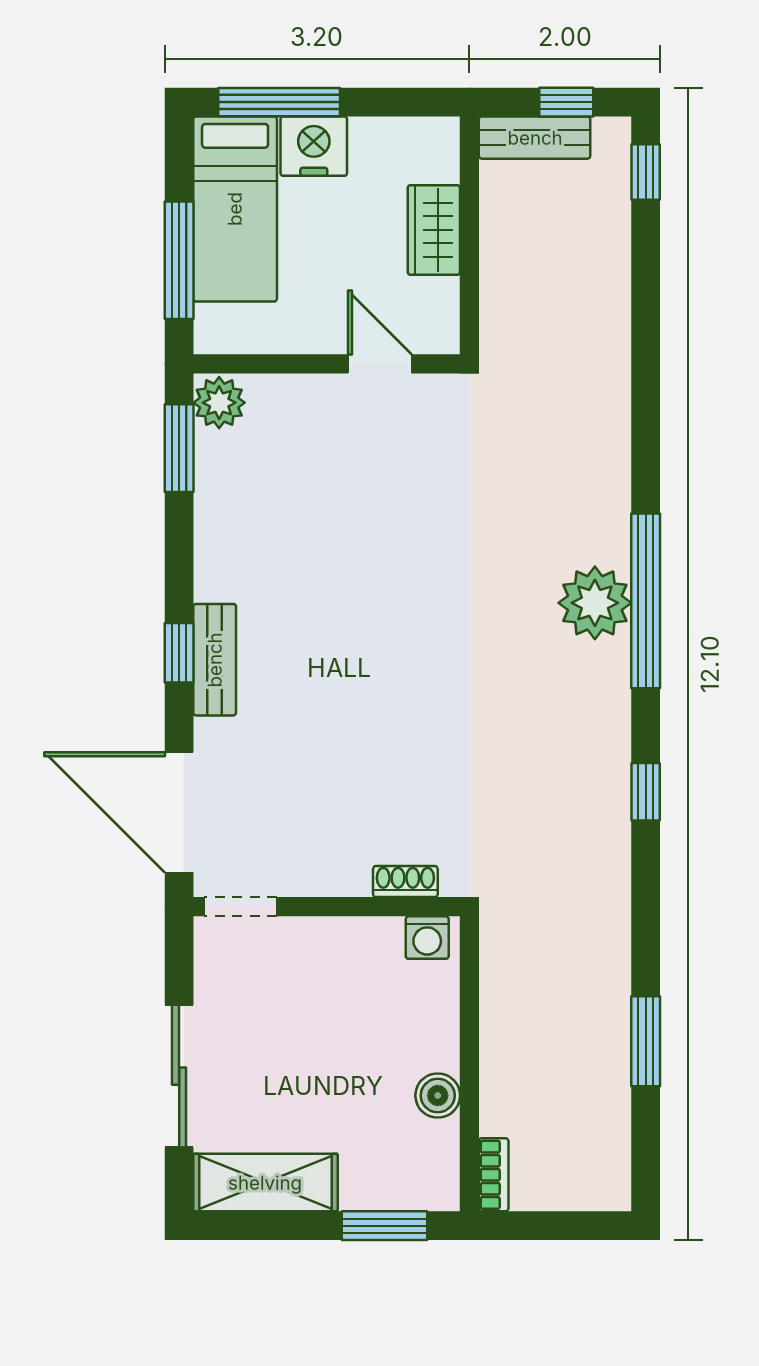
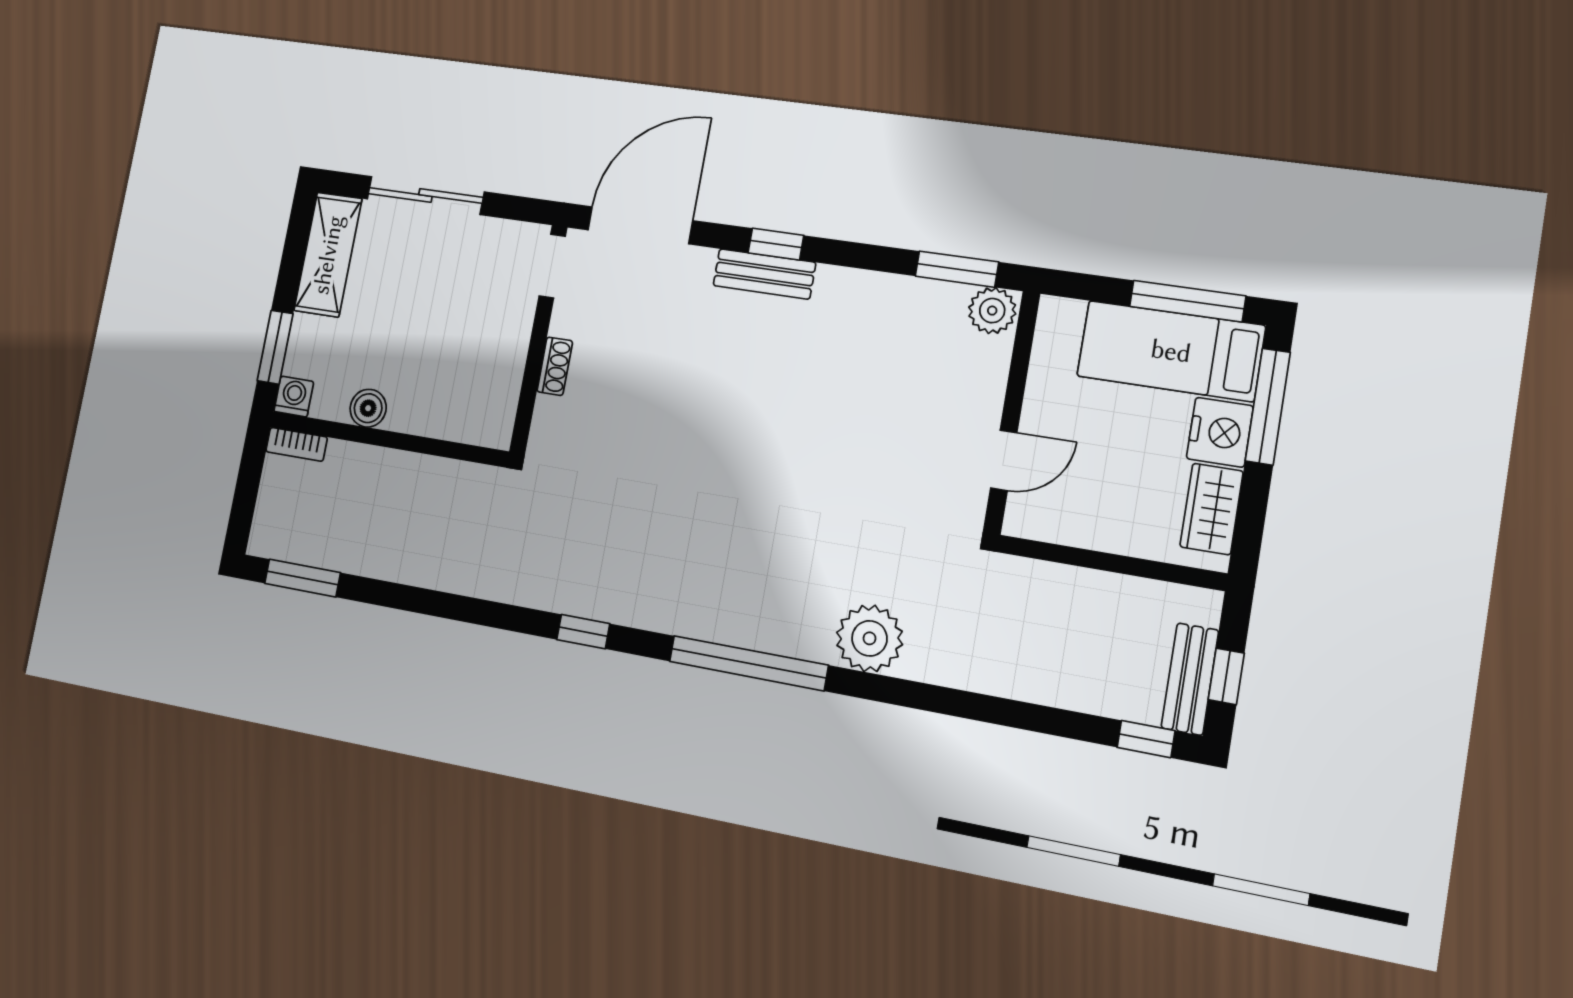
bench: (535, 138) -> (1190, 679), moved
wardrobe: (434, 230) -> (1212, 509), moved, turned -90
window: (179, 260) -> (1187, 301), moved
plant: (595, 603) -> (869, 638), moved
shoe rack: (405, 882) -> (555, 366), moved
washing machine: (427, 938) -> (294, 396), moved, turned 90
window: (646, 1041) -> (303, 578), moved

